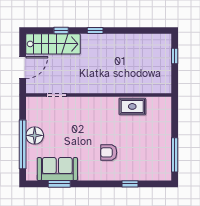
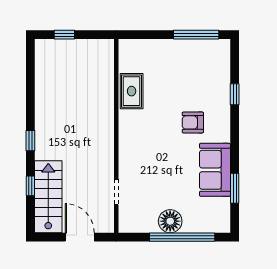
armchair: (109, 152) -> (193, 122), turned 90
sofa: (57, 169) -> (215, 170), moved

